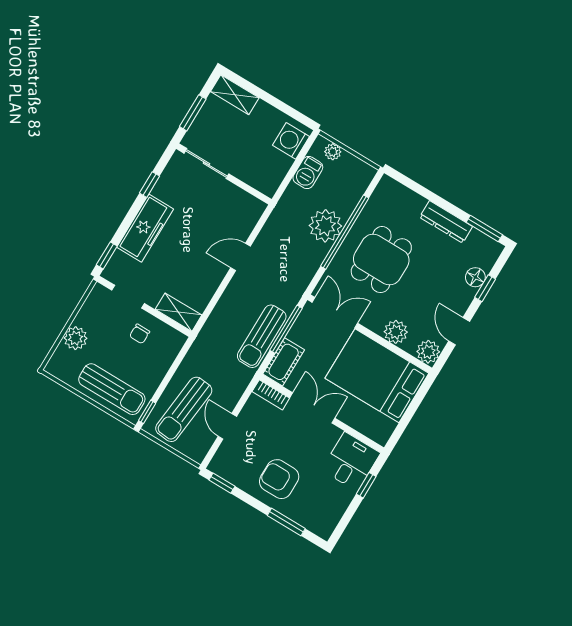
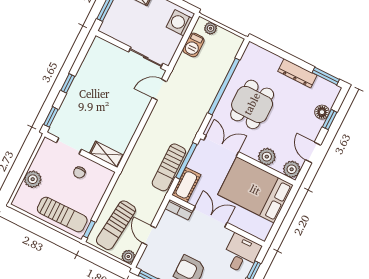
sliding door: (206, 164) -> (146, 58), moved
window: (150, 185) -> (68, 83), moved
plant: (325, 226) -> (128, 256), moved, width x0.53, depth x0.53
freezer: (145, 228) -> (77, 95), removed
door: (241, 257) -> (159, 90), moved

